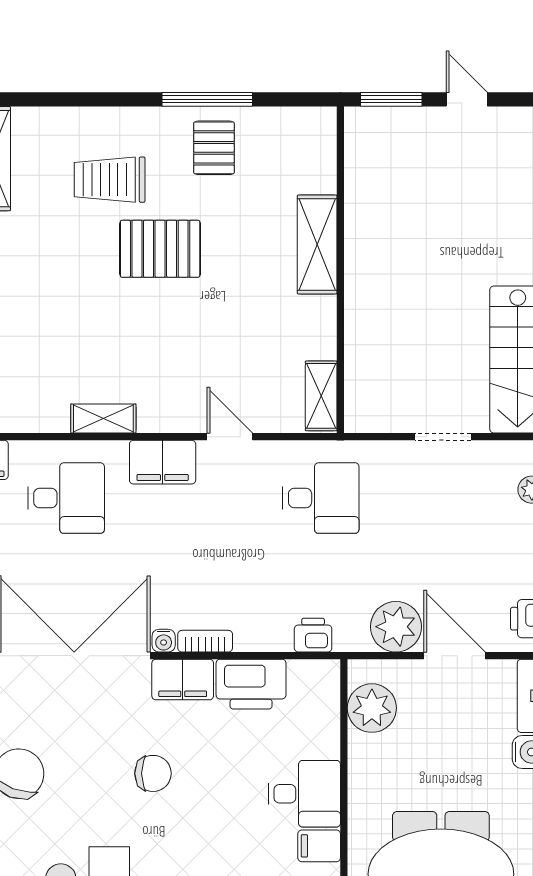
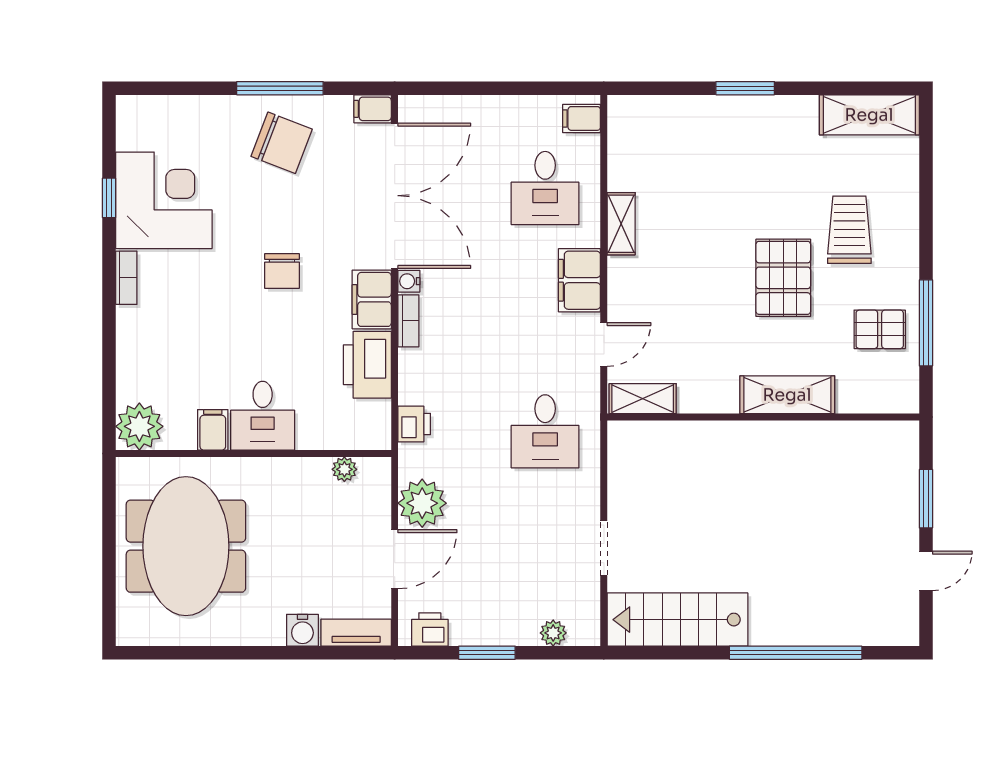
shelving: (317, 245) -> (787, 395), moved
wall: (340, 270) -> (763, 417), moved
shelving: (321, 396) -> (643, 399), moved
plant: (372, 708) -> (344, 469), width x0.53, depth x0.53

